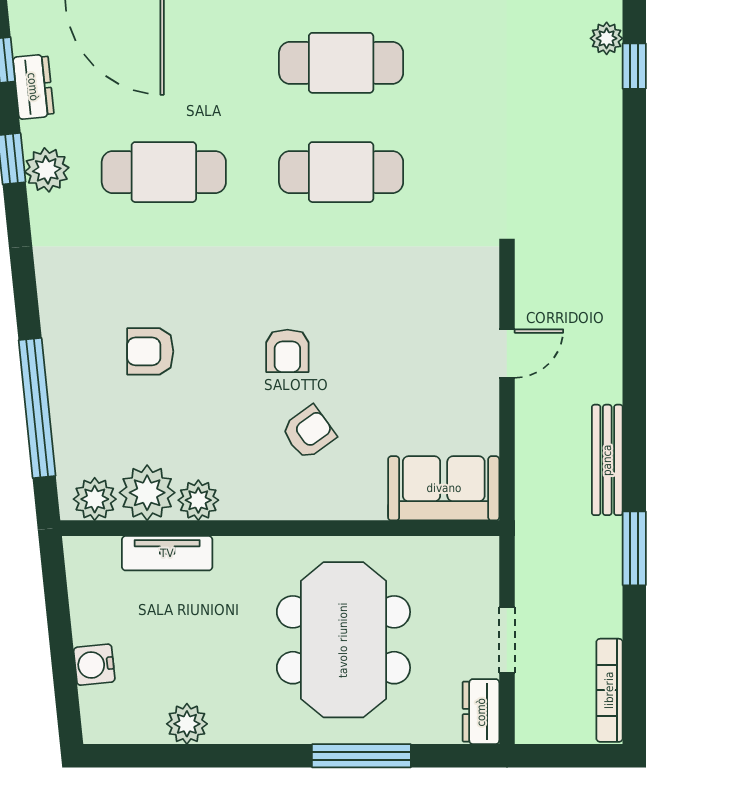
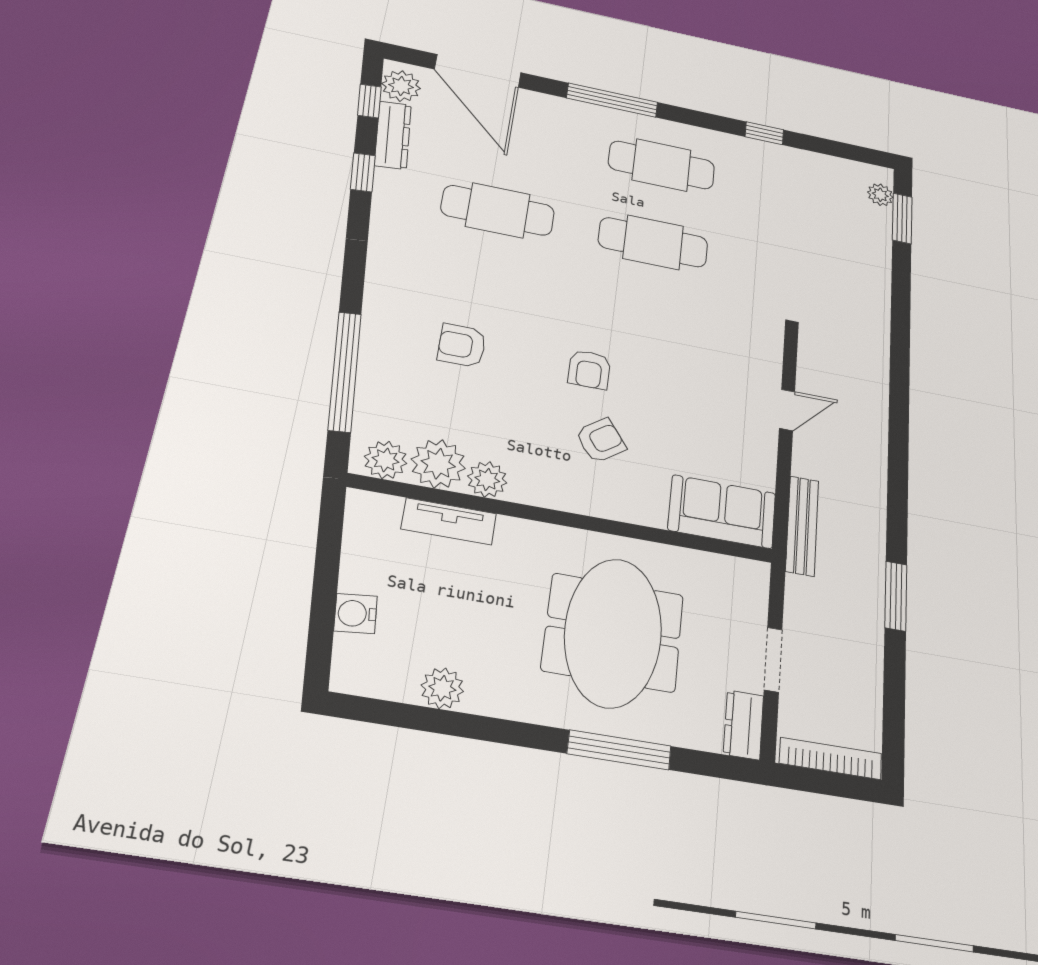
window: (634, 66) -> (902, 218), width x1.50
dresser: (33, 87) -> (393, 135), width x1.44
plant: (47, 170) -> (401, 86), moved
bench: (607, 460) -> (802, 526), moved
bookcase: (609, 690) -> (831, 758), moved, turned 90

